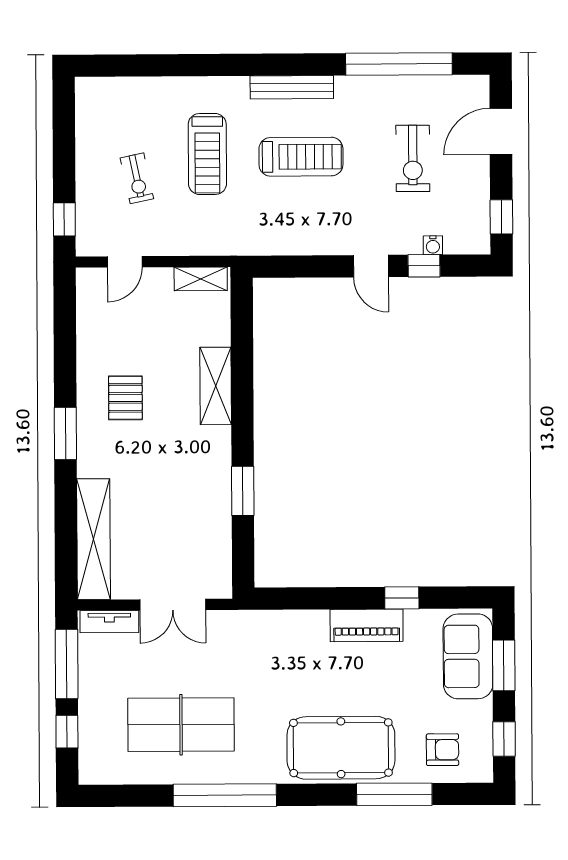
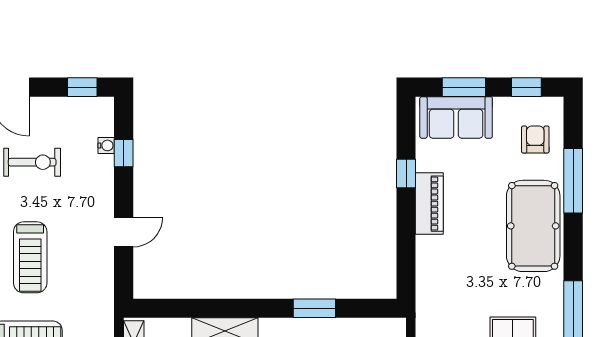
treadmill: (301, 157) -> (30, 257), turned 180
door: (371, 266) -> (124, 232), moved

